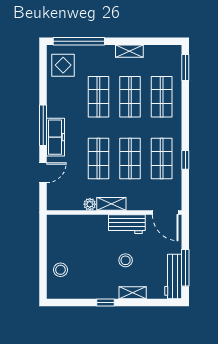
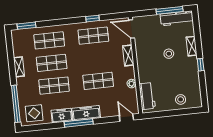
freezer: (56, 103) -> (62, 116), added
shop shelf: (130, 158) -> (96, 58), removed
door: (43, 173) -> (126, 118), moved
shelving: (111, 204) -> (128, 55), moved
door: (165, 212) -> (132, 29), swing flipped
workbench: (127, 224) -> (147, 96), moved

